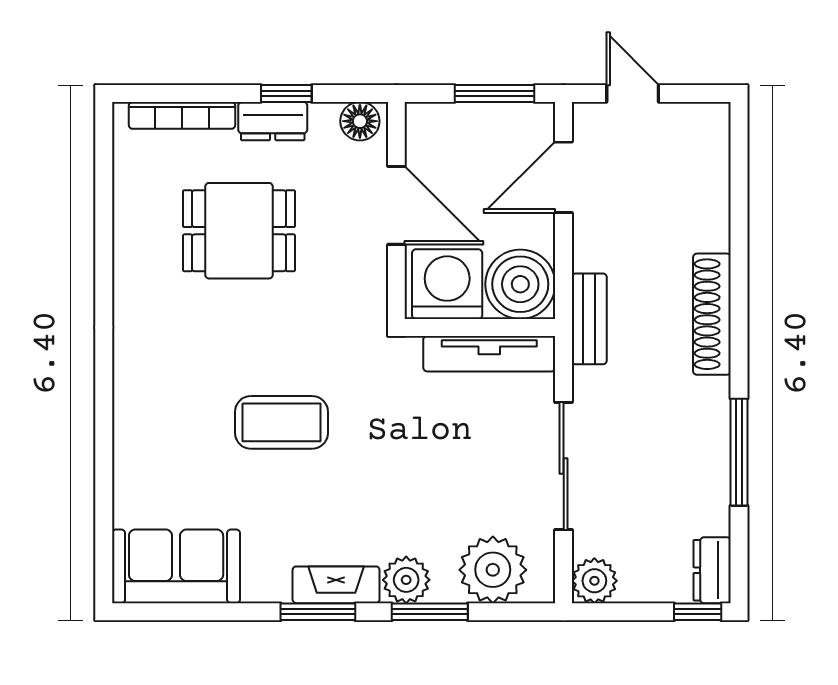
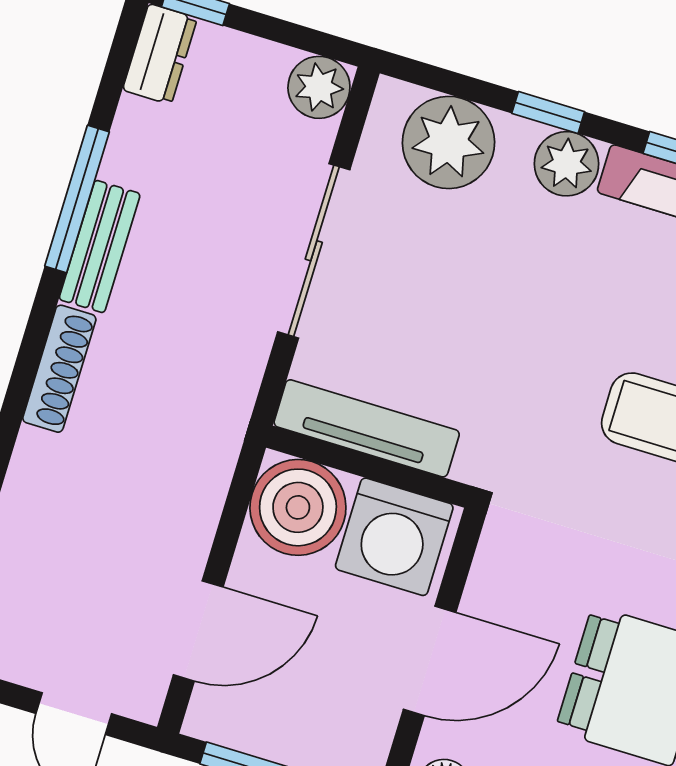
door: (396, 205) -> (430, 661), swing flipped
shoe rack: (712, 314) -> (59, 369), width x0.74, depth x0.81
bench: (589, 319) -> (100, 247), moved
window: (430, 612) -> (548, 112), width x0.67

